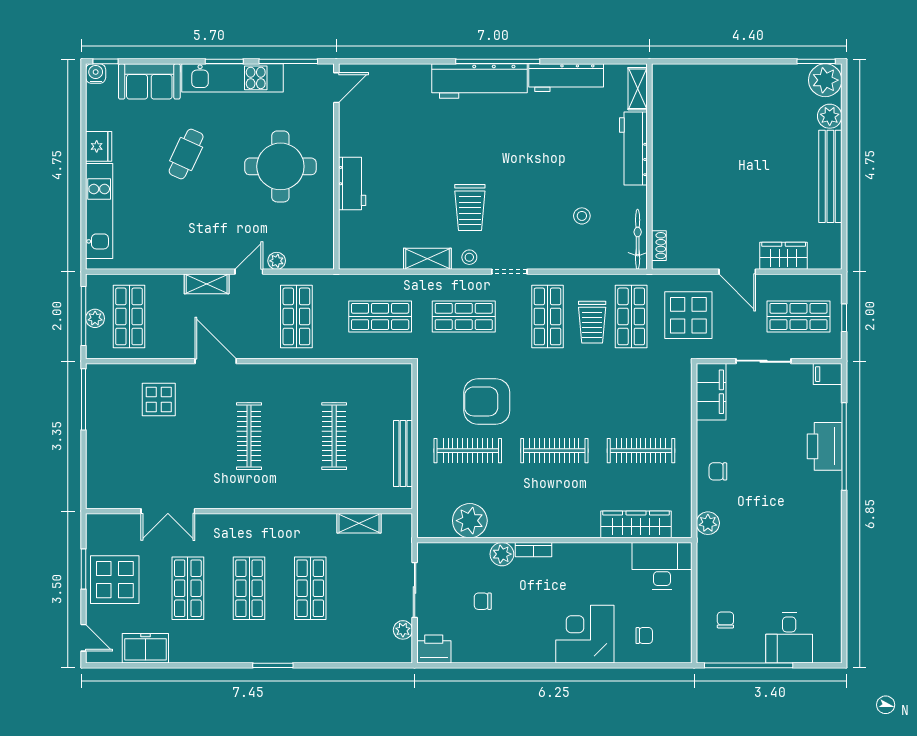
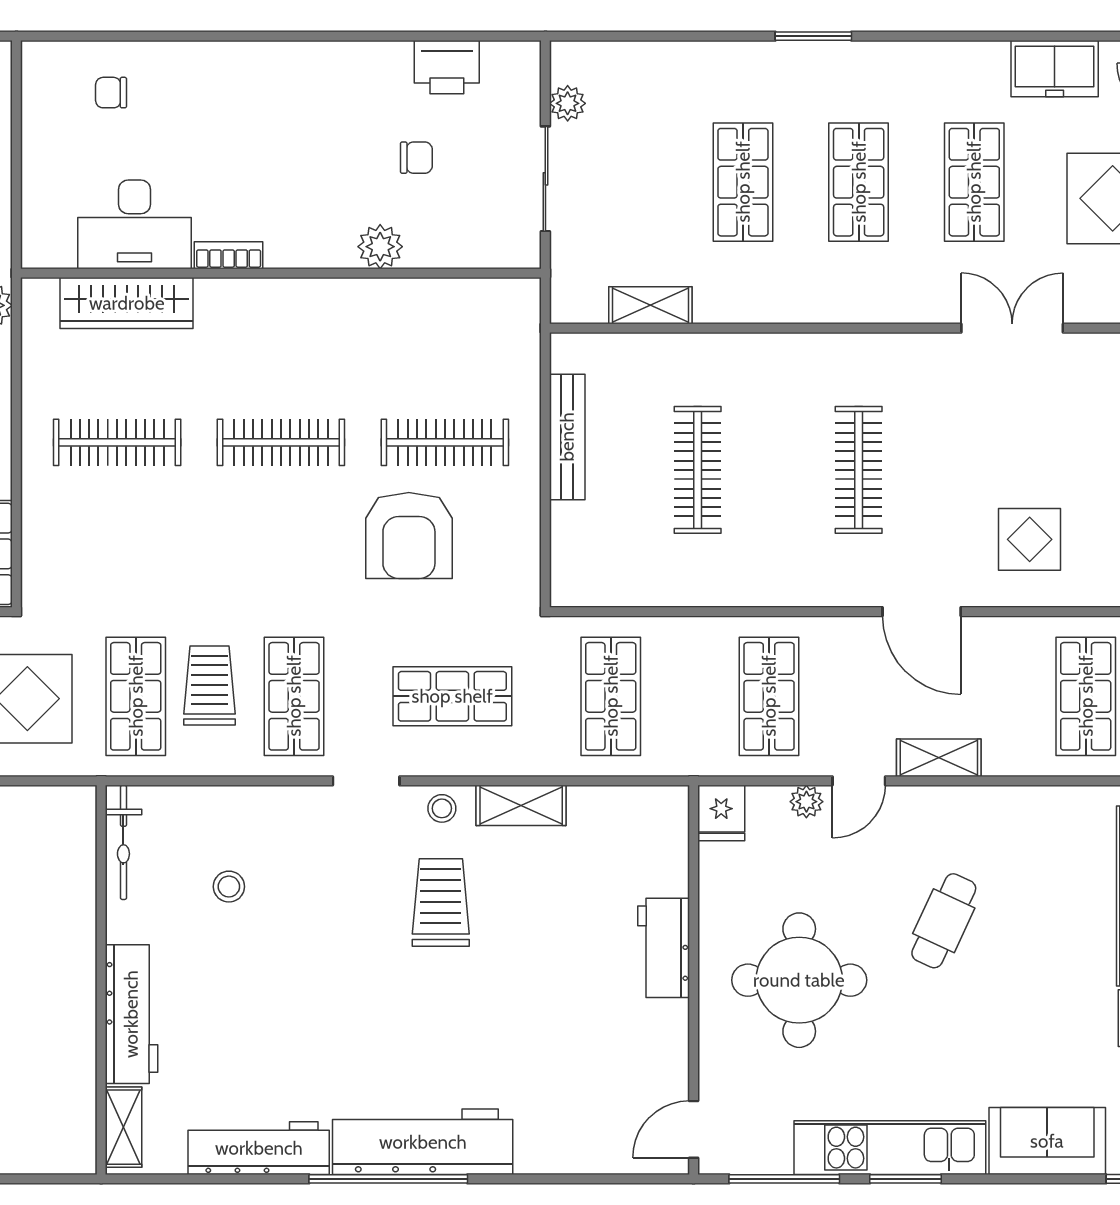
cafe table: (186, 154) -> (944, 921), moved
shoe rack: (659, 246) -> (83, 830), removed
fridge: (322, 255) -> (721, 813), added
shop shelf: (380, 316) -> (611, 696), turned 90
armchair: (487, 401) -> (409, 535), turned 90
plant: (470, 521) -> (441, 310), removed
bookcase: (534, 550) -> (229, 255), moved
desk: (662, 566) -> (135, 224), moved
corner desk: (585, 634) -> (223, 95), removed
printer: (434, 649) -> (447, 67), moved

